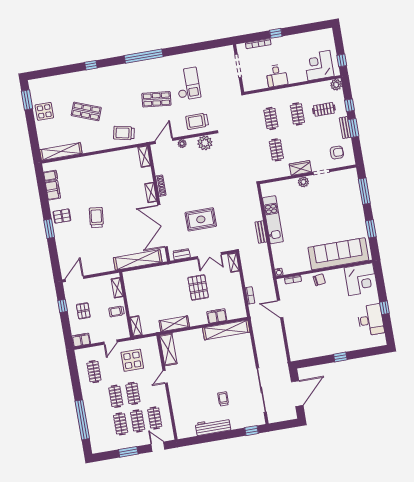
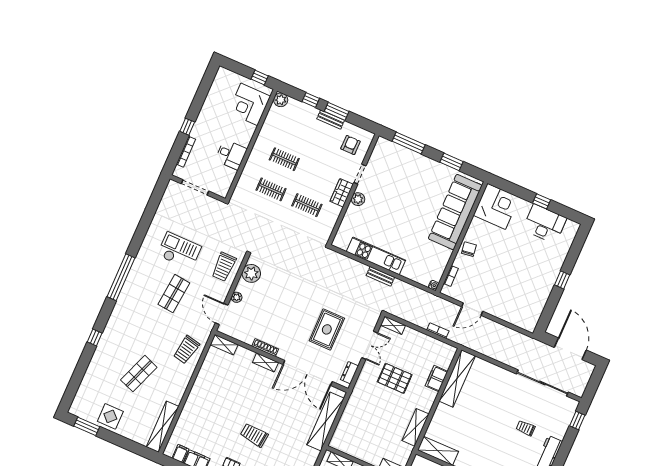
clothes rail: (324, 109) -> (298, 129), removed

